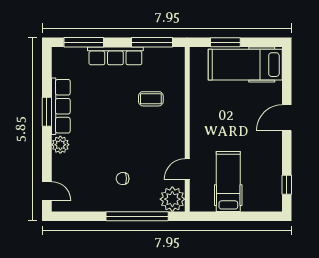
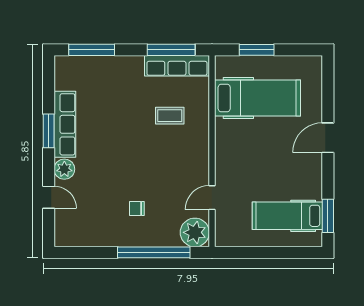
row of seats: (115, 56) -> (177, 66), moved
hospital bed: (245, 65) -> (258, 98), moved, turned 180
hospital bed: (228, 182) -> (287, 216), moved, turned -90
window: (287, 185) -> (328, 216), width x1.50
door: (47, 191) -> (49, 197), moved

